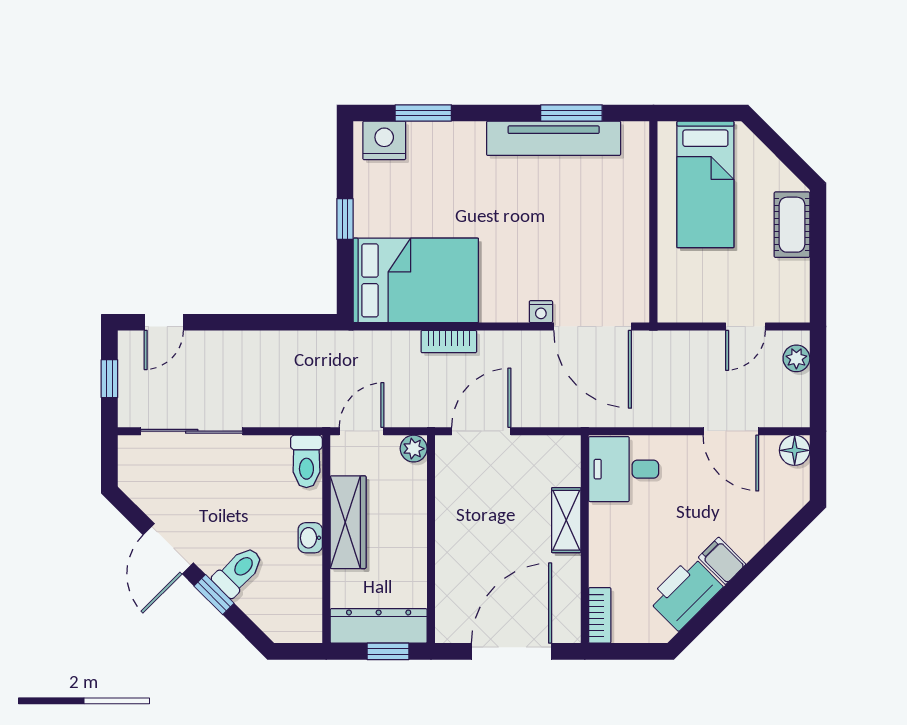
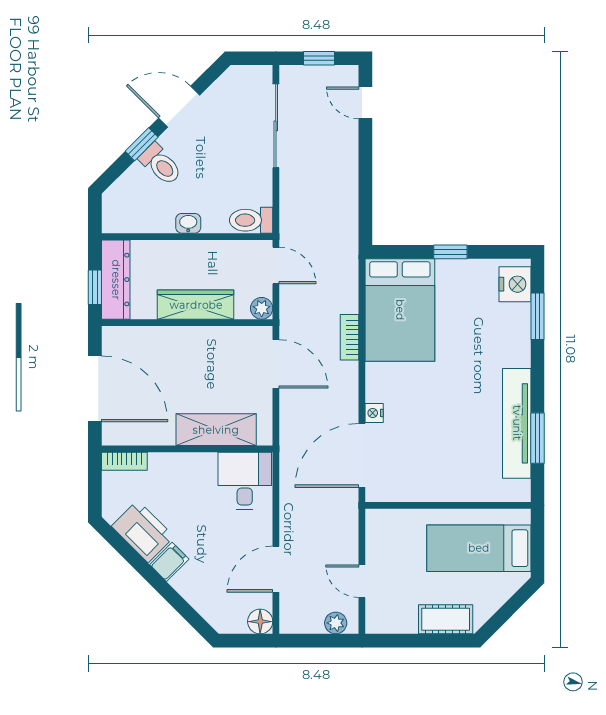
shelving: (566, 520) -> (216, 430), width x1.50, depth x1.33
wardrobe: (348, 522) -> (196, 305), moved, turned 180

